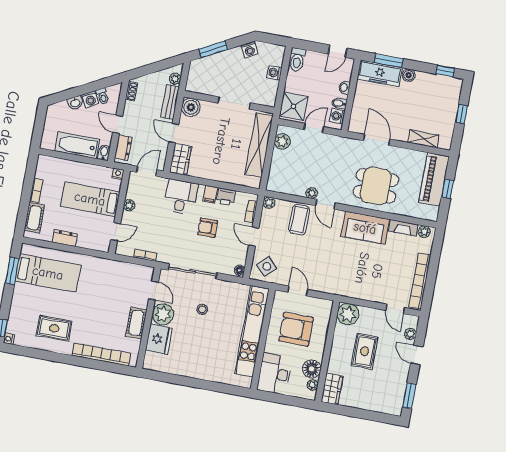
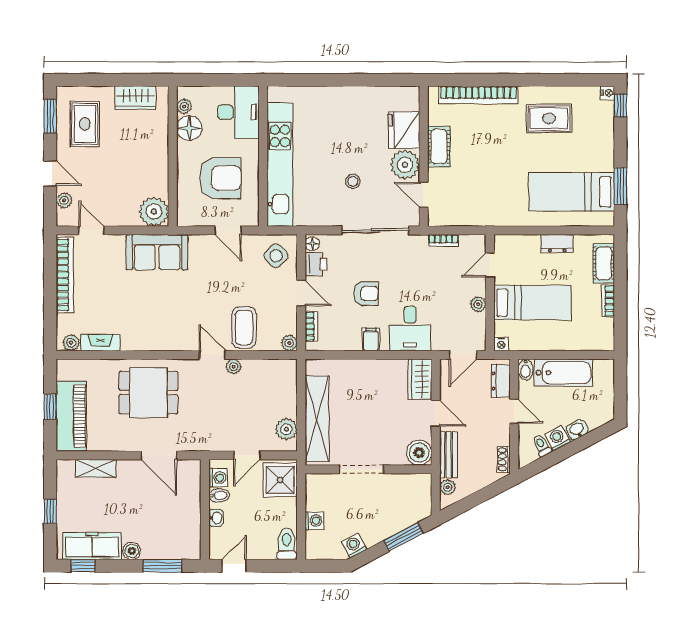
freezer: (380, 73) -> (92, 546), moved
printer: (226, 197) -> (316, 264), moved, turned 90
sofa: (365, 228) -> (157, 252), moved, turned 180
rug: (365, 351) -> (85, 124), moved
wardrobe: (332, 389) -> (135, 98), moved, turned -90

